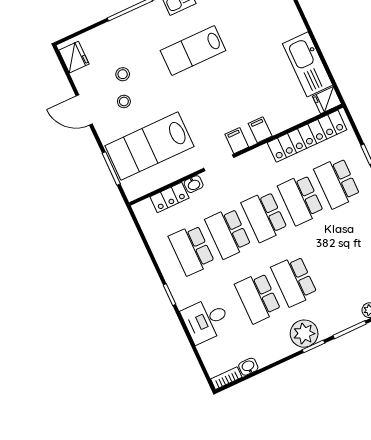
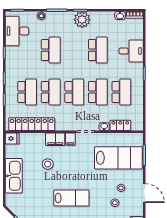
kitchen sink: (308, 64) -> (14, 176), moved
stool: (254, 86) -> (48, 164), added
filing cabinet: (260, 130) -> (55, 139), width x2.00
school desk: (294, 281) -> (51, 50), moved

